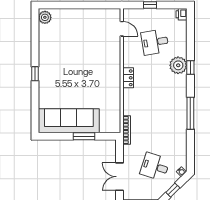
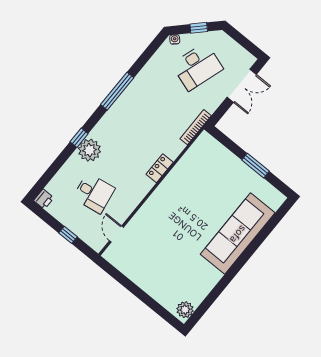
window: (35, 74) -> (242, 261), removed
locker: (128, 78) -> (160, 168), moved
sofa: (69, 121) -> (238, 234), moved, turned 90
window: (84, 136) -> (256, 166), moved
desk: (155, 167) -> (197, 67), width x1.37

